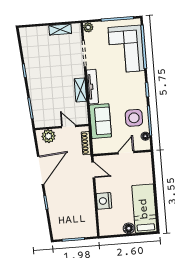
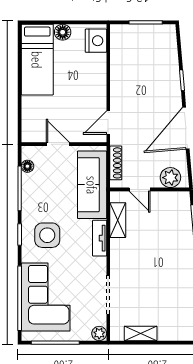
tv unit: (93, 87) -> (100, 238), width x0.71
shelving: (80, 90) -> (118, 220), moved
side table: (134, 118) -> (47, 235), moved
sofa: (100, 121) -> (92, 185), width x1.36
door: (126, 153) -> (58, 144), swing flipped
door: (93, 170) -> (108, 123), hinge flipped
nightstand: (104, 201) -> (96, 41), moved

